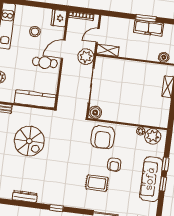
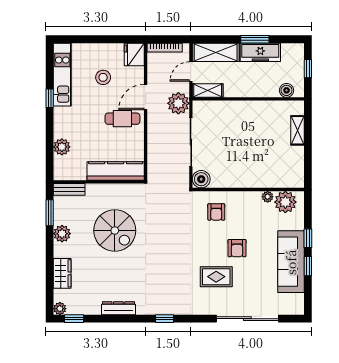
shelving: (117, 24) -> (216, 52), added
armchair: (103, 137) -> (216, 212), width x0.53, depth x0.53

